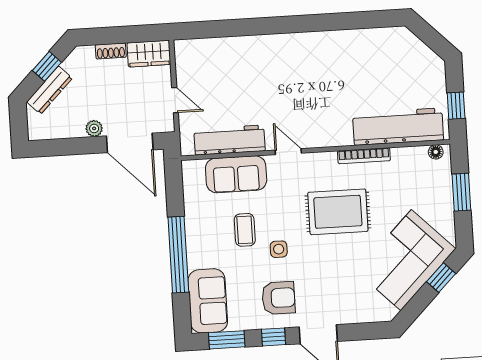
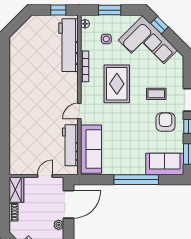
sofa: (236, 174) -> (91, 149), width x1.36
coffee table: (245, 230) -> (156, 94), moved
side table: (279, 249) -> (106, 39), moved

